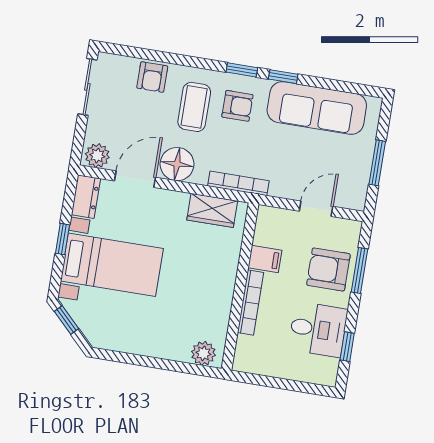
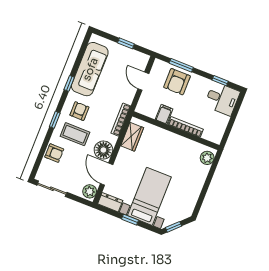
window: (242, 70) -> (55, 120), moved
window: (377, 163) -> (126, 43), width x0.67
desk: (318, 329) -> (222, 99), moved, turned 90

